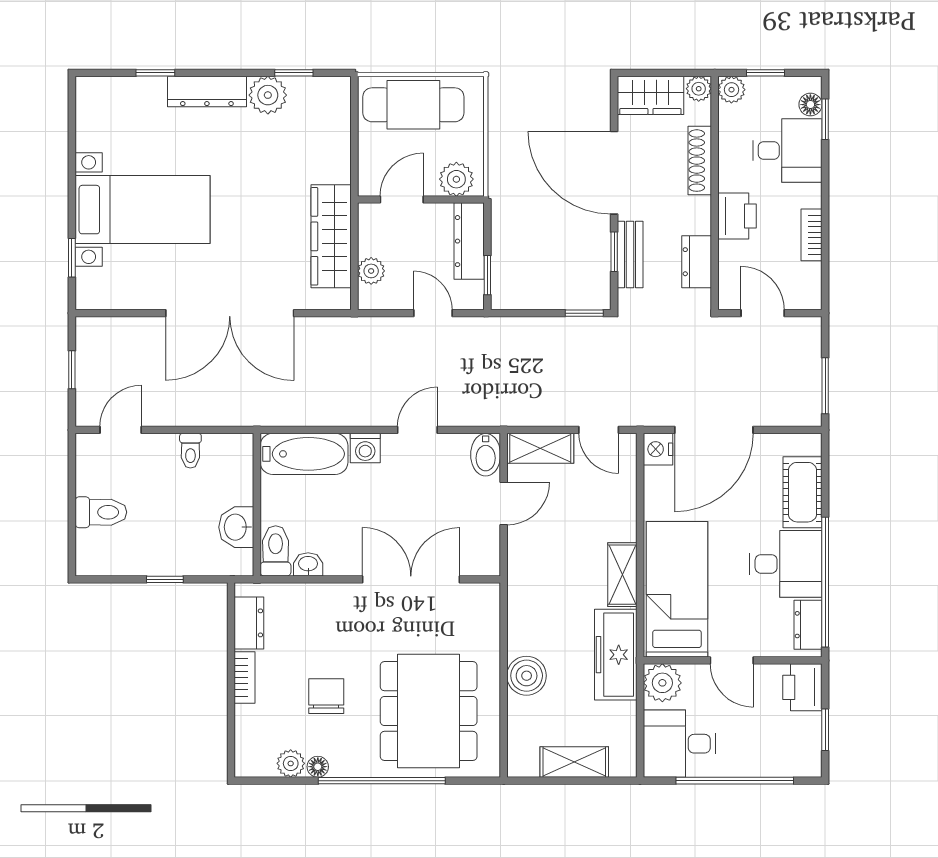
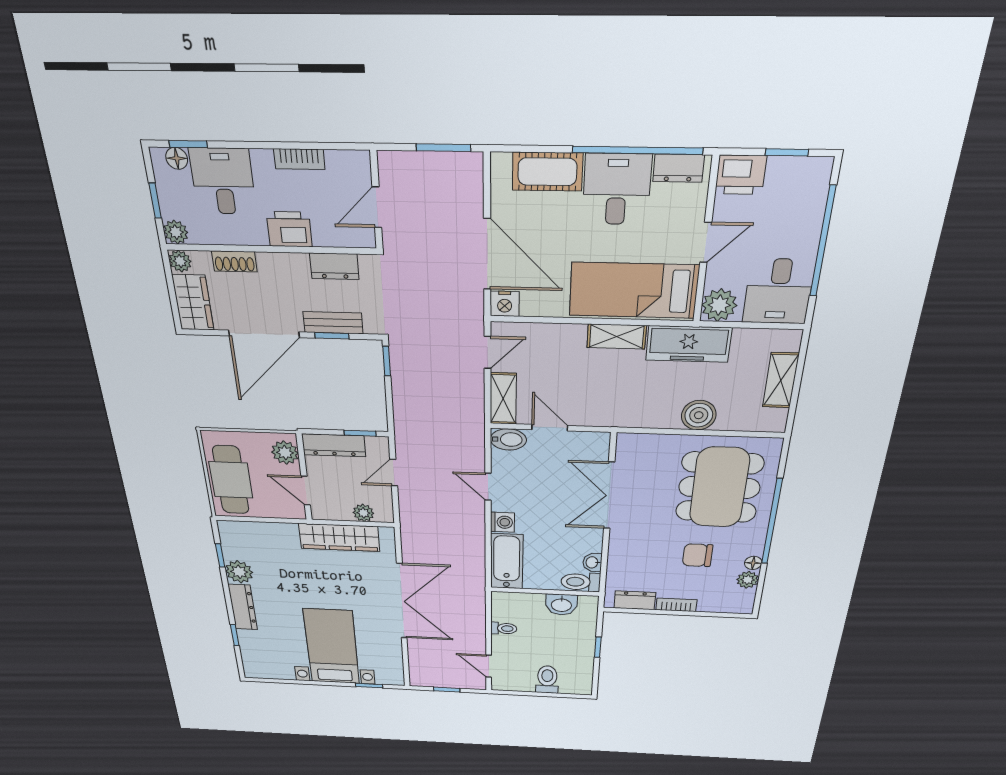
shoe rack: (700, 161) -> (234, 261), width x0.70
dining table: (429, 711) -> (719, 488), turned 90

